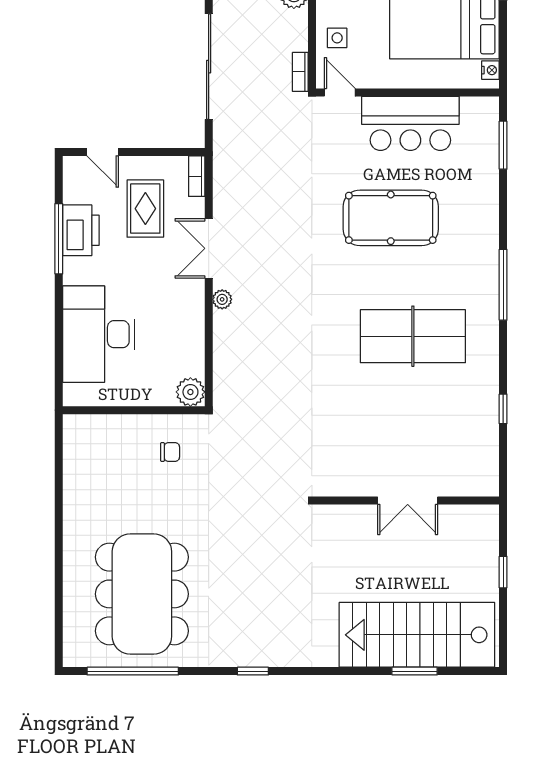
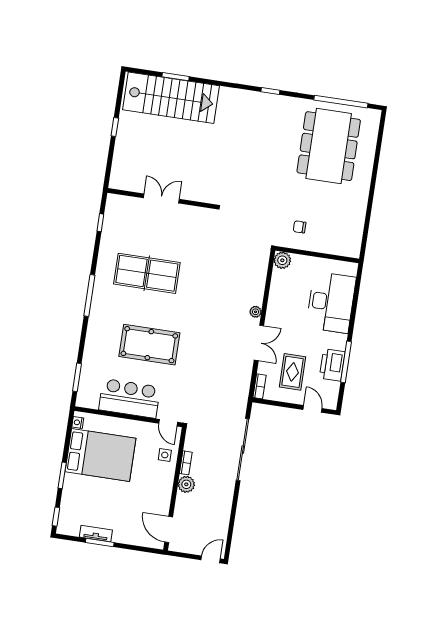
bookcase: (300, 72) -> (186, 463), moved
double door: (408, 501) -> (161, 198), moved
wall: (408, 501) -> (161, 199), moved

